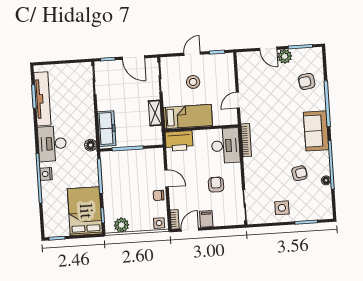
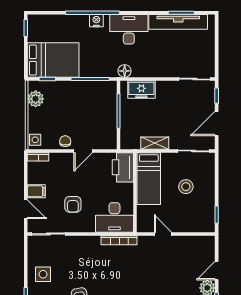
door: (192, 54) -> (217, 188), removed
freezer: (107, 129) -> (141, 90), width x0.71
armchair: (216, 185) -> (73, 204), turned 90
door: (190, 230) -> (26, 209), moved

